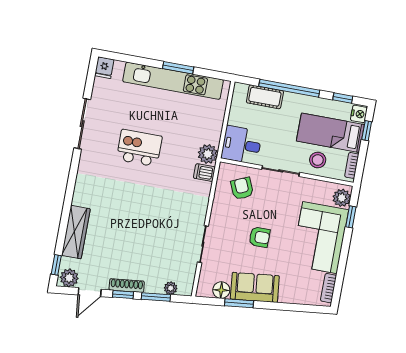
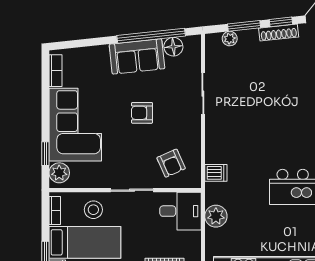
plant: (208, 154) -> (216, 216), moved
window: (239, 303) -> (151, 36), width x2.11

